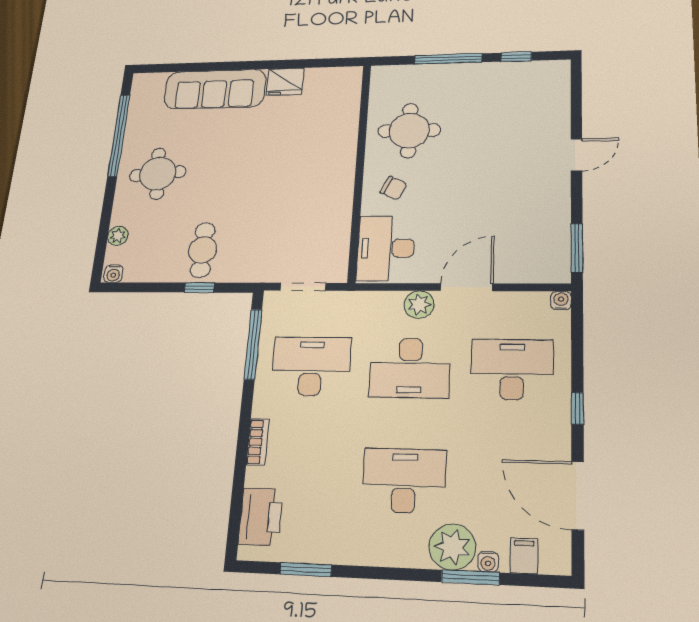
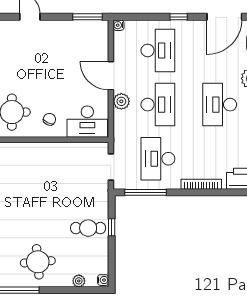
desk: (512, 369) -> (158, 50), turned 180
bookcase: (258, 442) -> (201, 184), width x1.56

